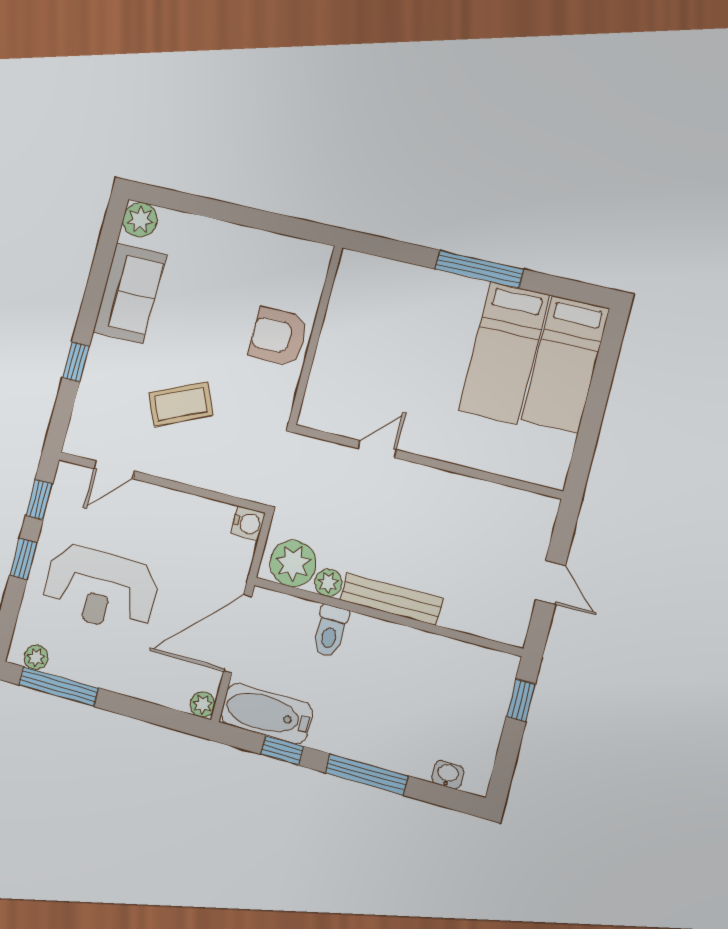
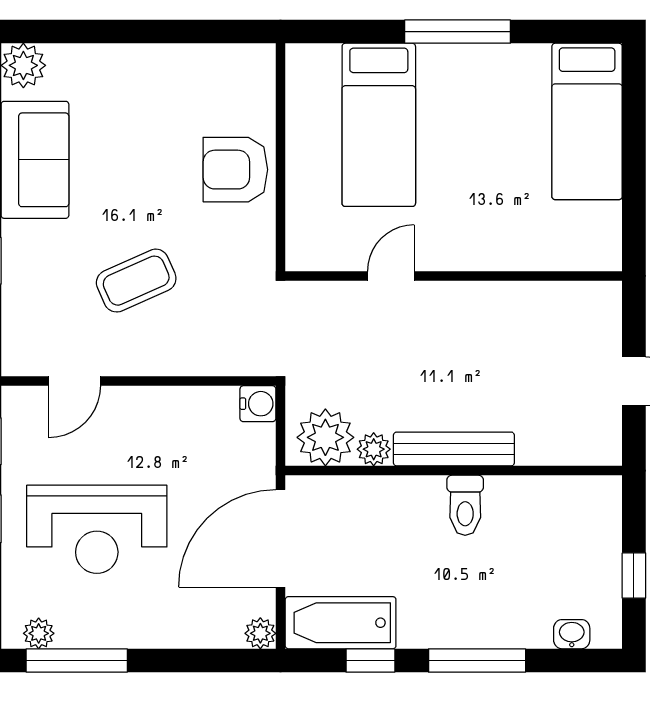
bed: (504, 353) -> (379, 125), moved
toilet: (330, 631) -> (465, 505), moved
window: (521, 700) -> (634, 576), moved

